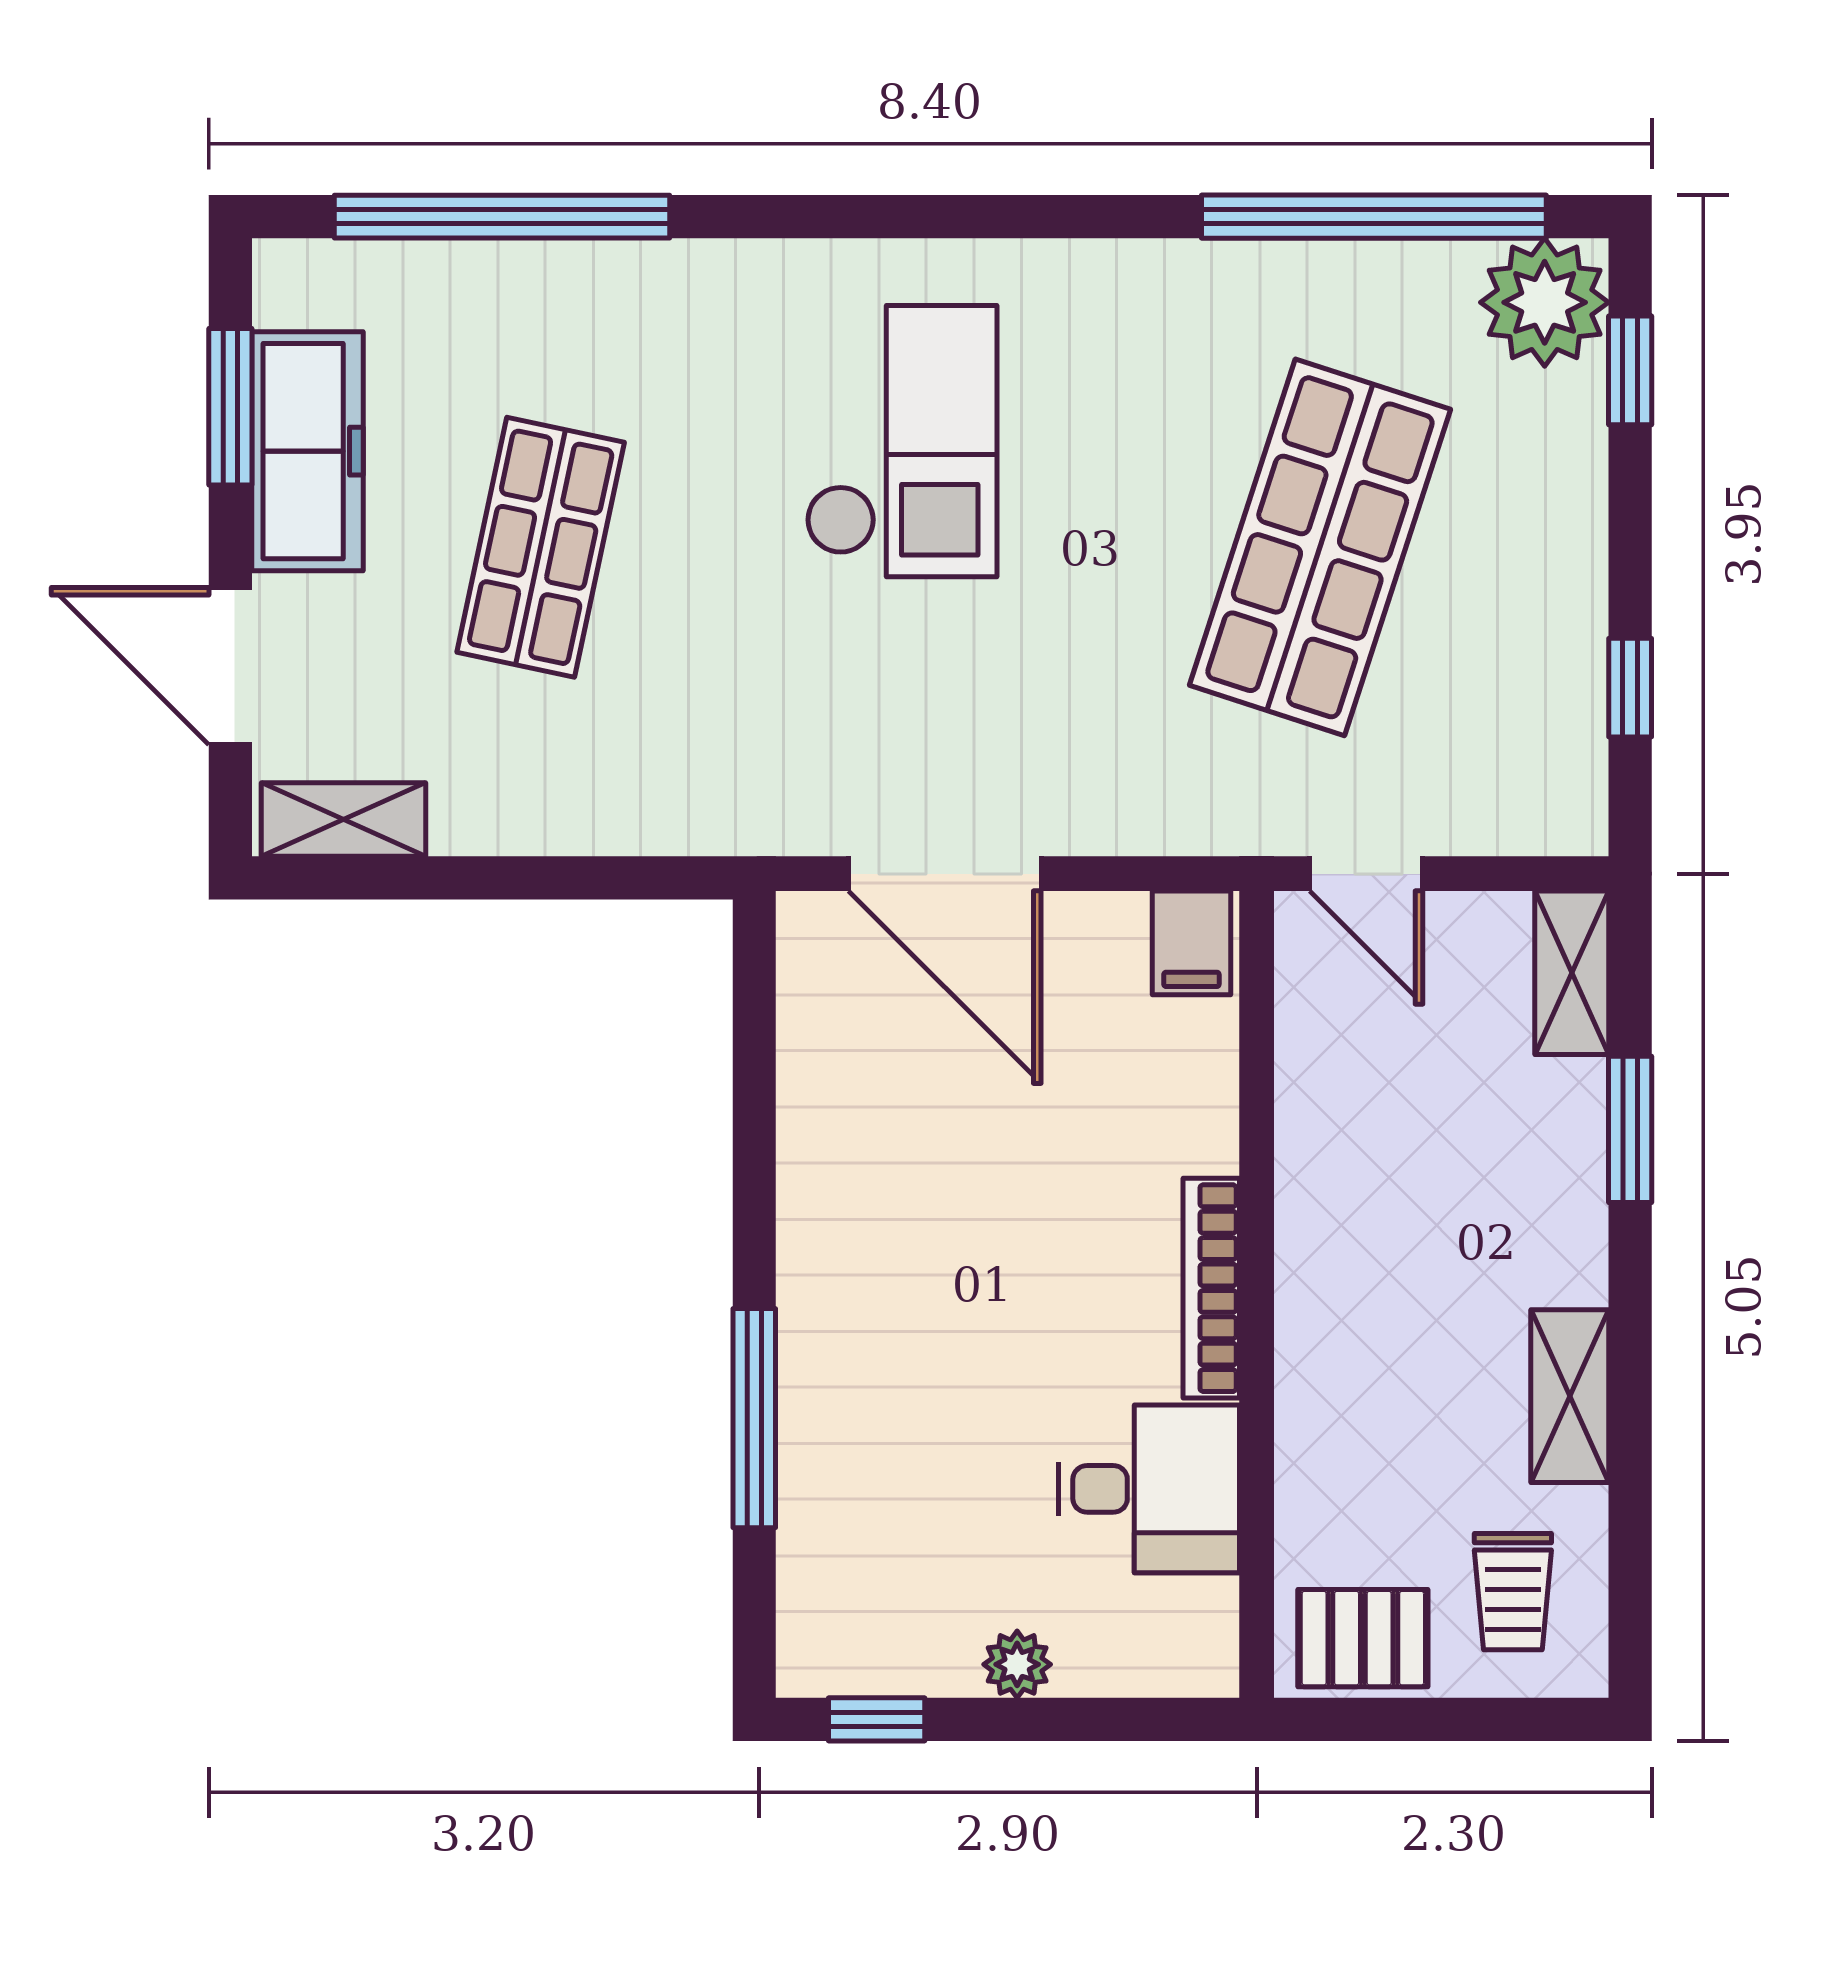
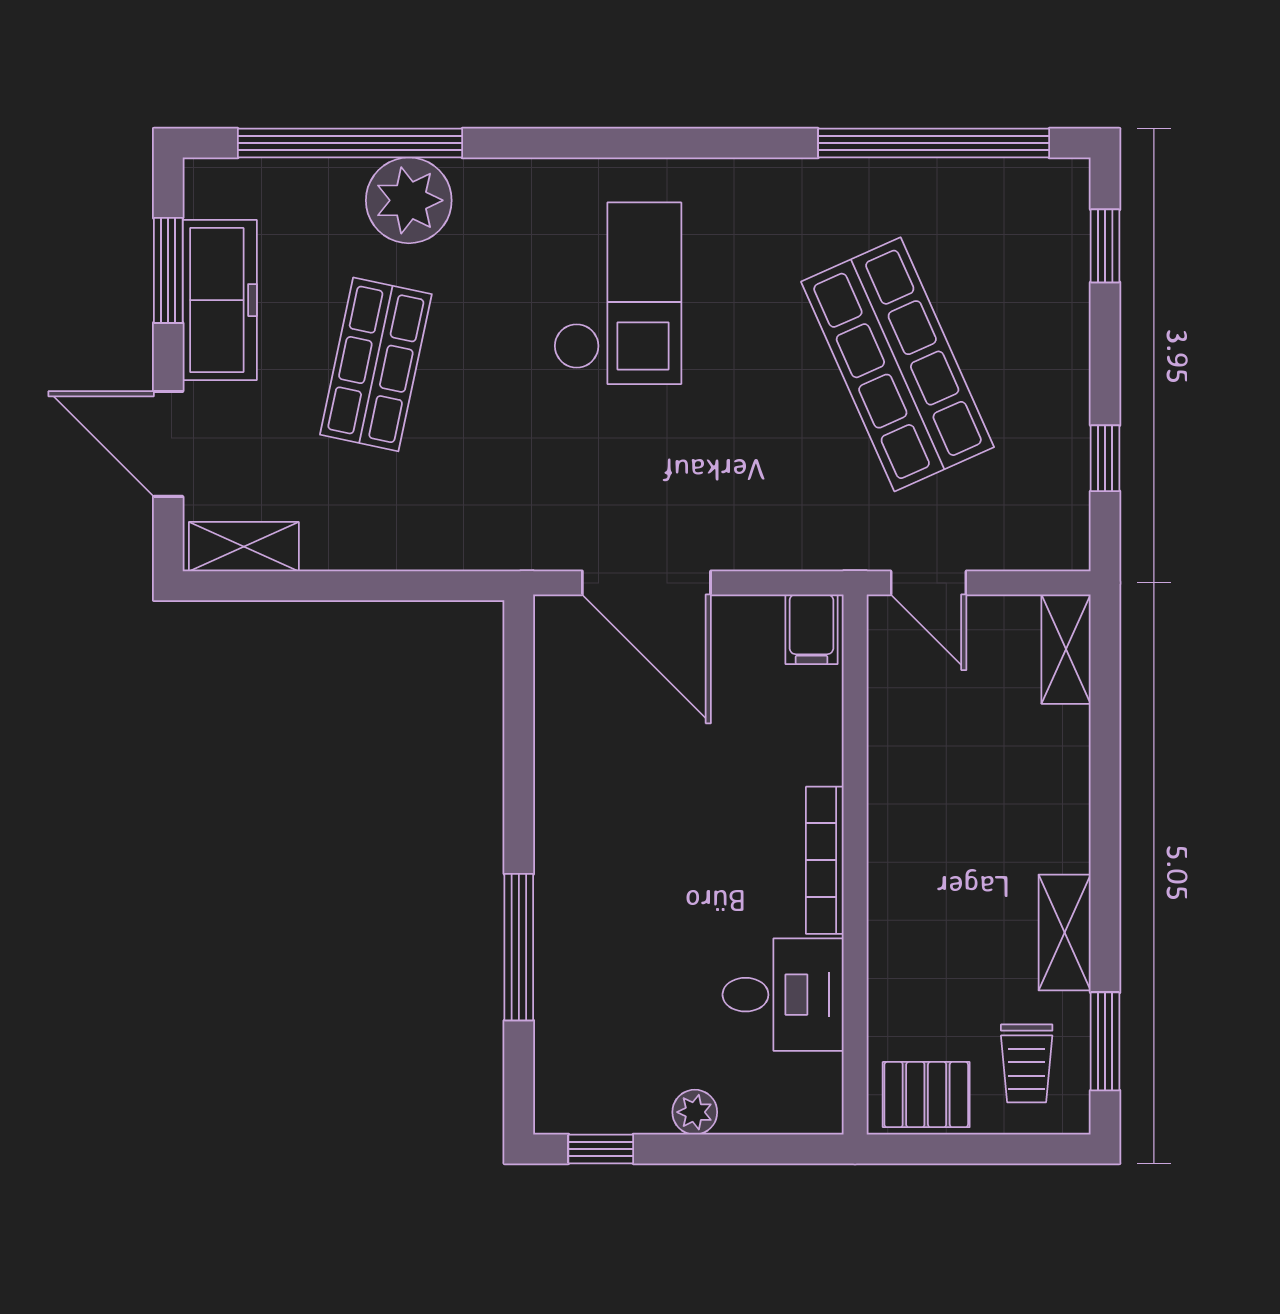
plant: (1545, 302) -> (409, 200), moved
shop shelf: (1320, 547) -> (898, 364), turned -42
window: (1630, 1129) -> (1105, 1041), moved

